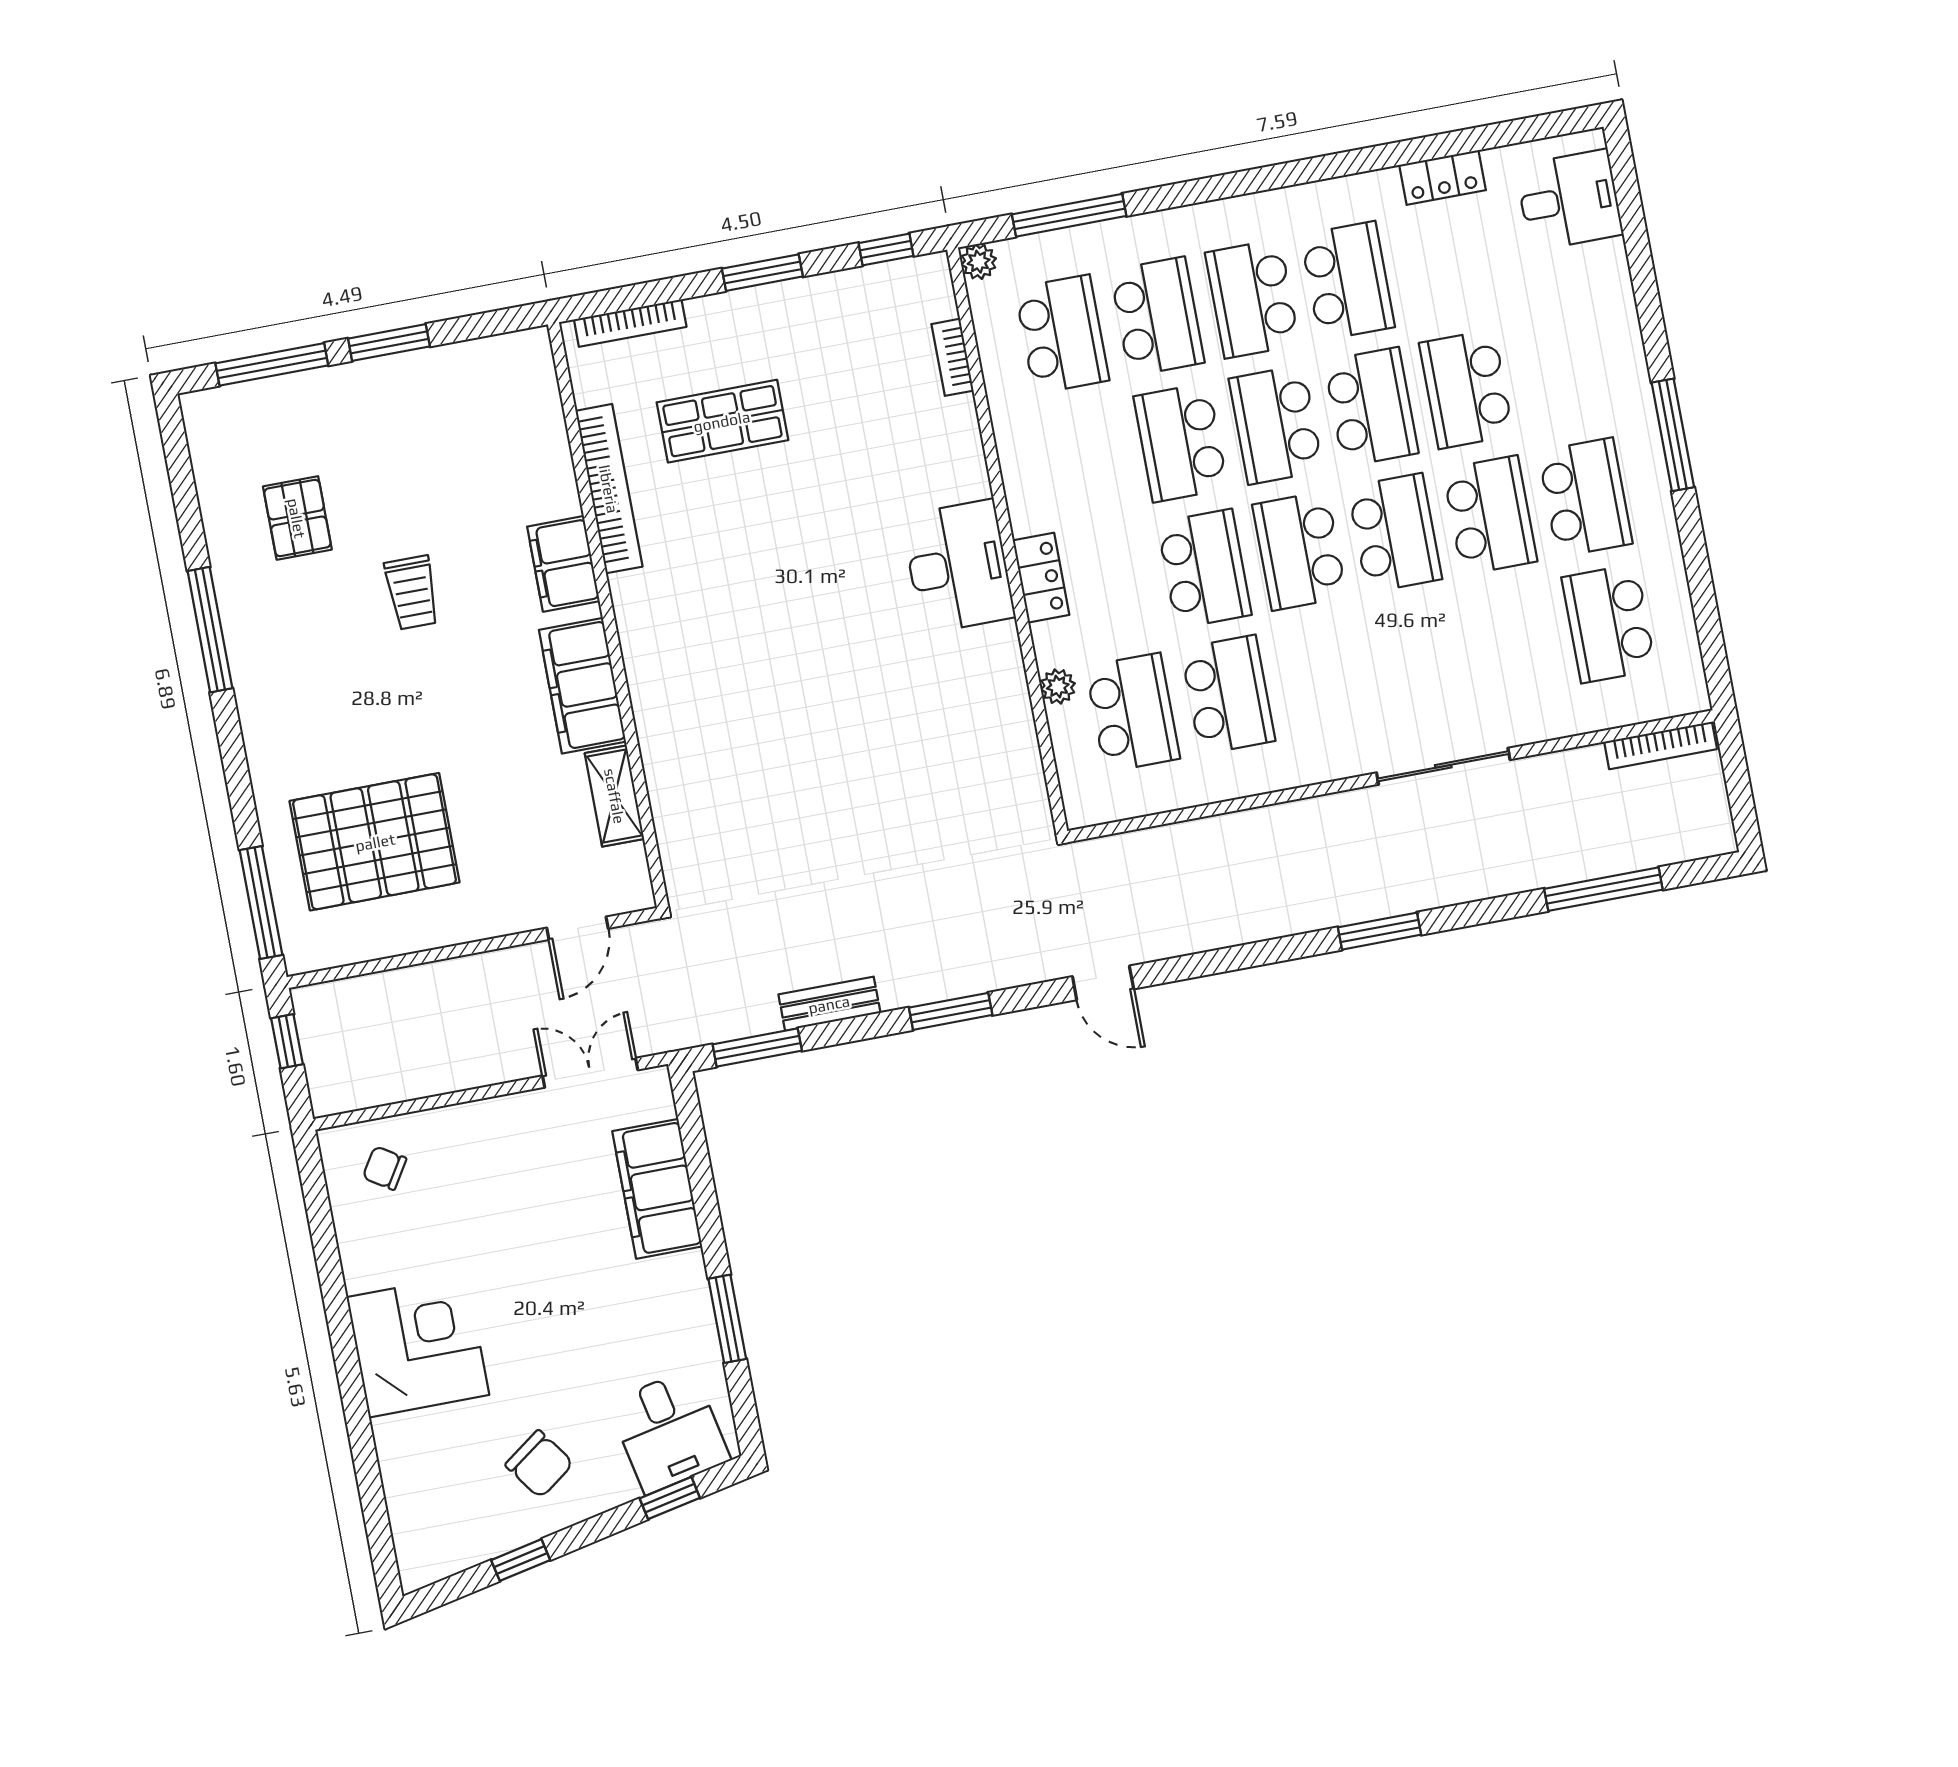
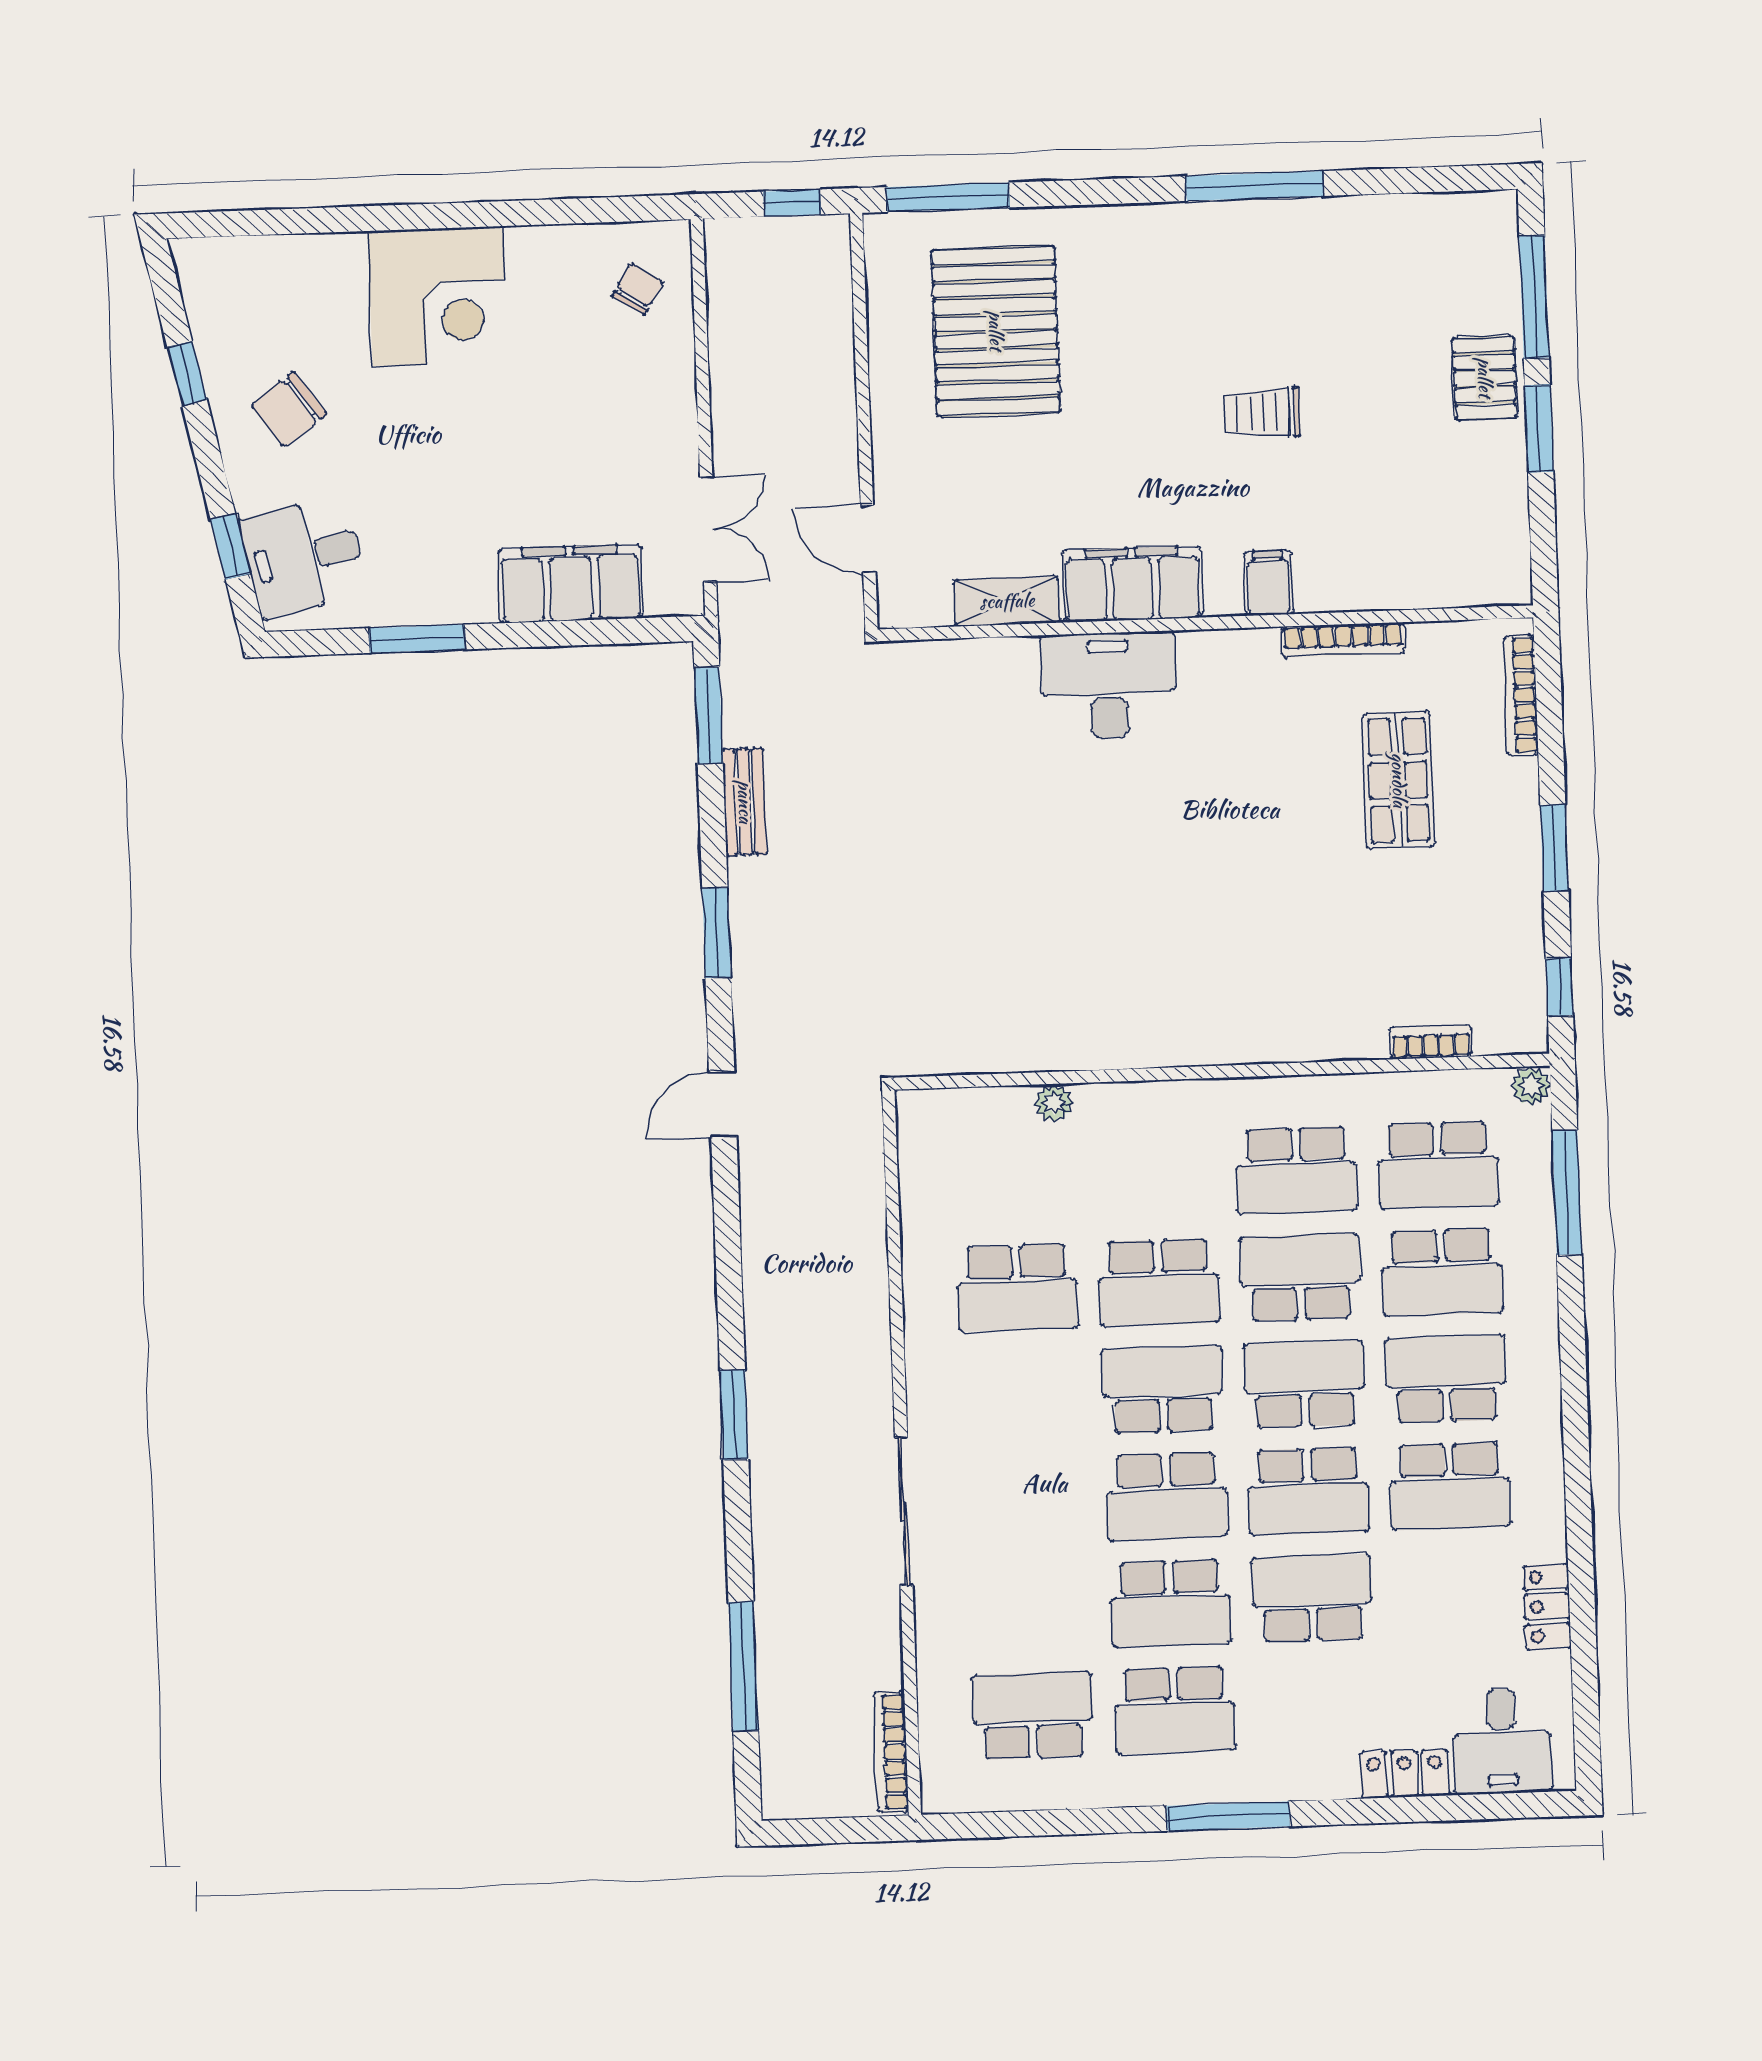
bookcase: (609, 489) -> (1343, 640), width x0.68, depth x0.76
pallet: (297, 518) -> (1485, 378), moved, turned 90
filing cabinet: (563, 564) -> (1269, 583), width x0.50
desk: (958, 566) -> (1109, 685), moved, turned 180
locker: (1041, 578) -> (1404, 1774), moved, turned 180
school desk: (1133, 713) -> (1296, 1170), moved

